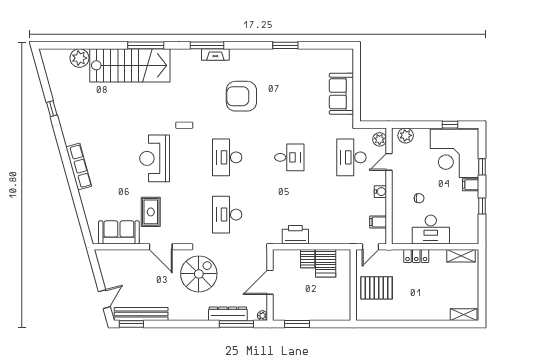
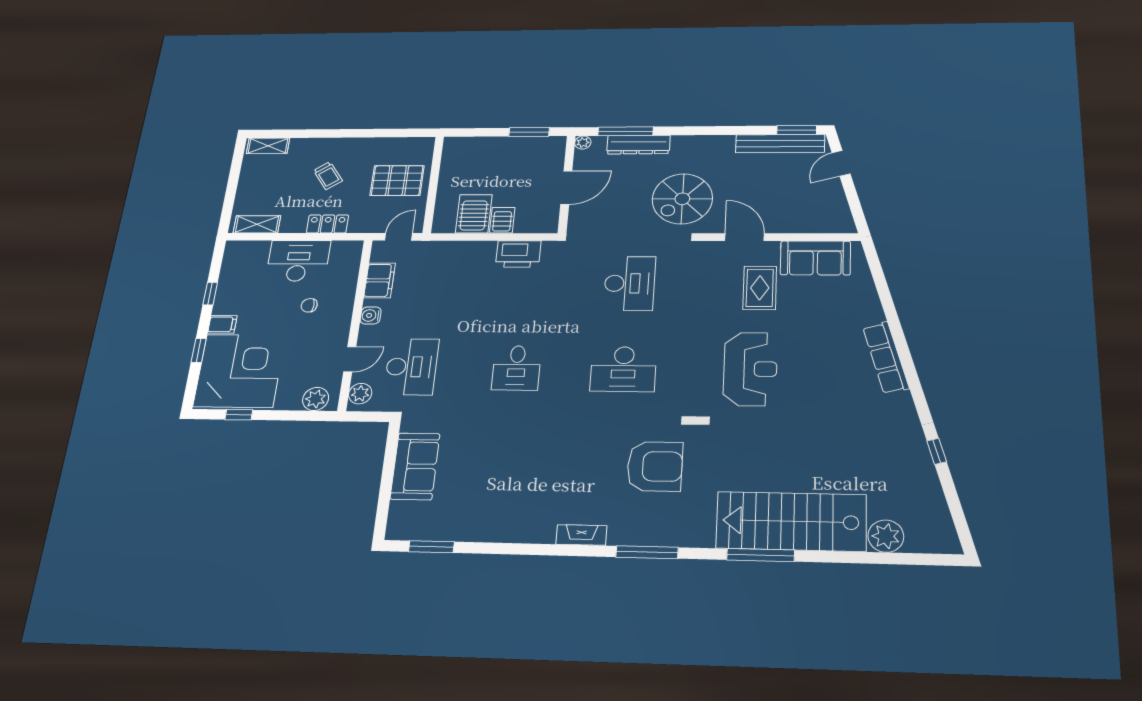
window: (285, 45) -> (431, 547), moved
fireplace: (215, 54) -> (581, 535), moved
armchair: (241, 96) -> (655, 466), moved
desk: (227, 157) -> (623, 369), turned 90
desk: (289, 157) -> (516, 368), turned -90
filing cabinet: (378, 222) -> (380, 280), width x2.00
trolley: (421, 292) -> (328, 176), added

